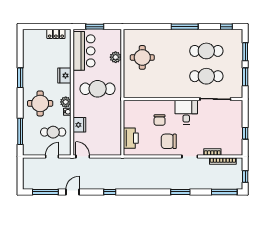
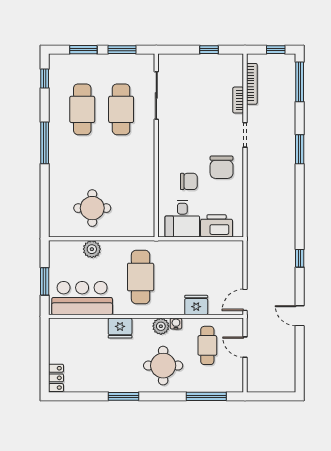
locker: (56, 34) -> (56, 378), moved
desk: (186, 112) -> (182, 219), moved, turned -90
window: (45, 192) -> (300, 357), removed

